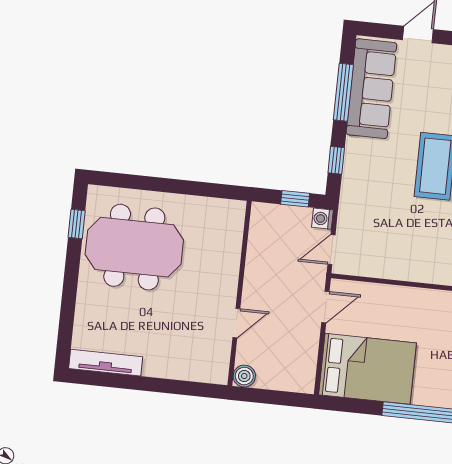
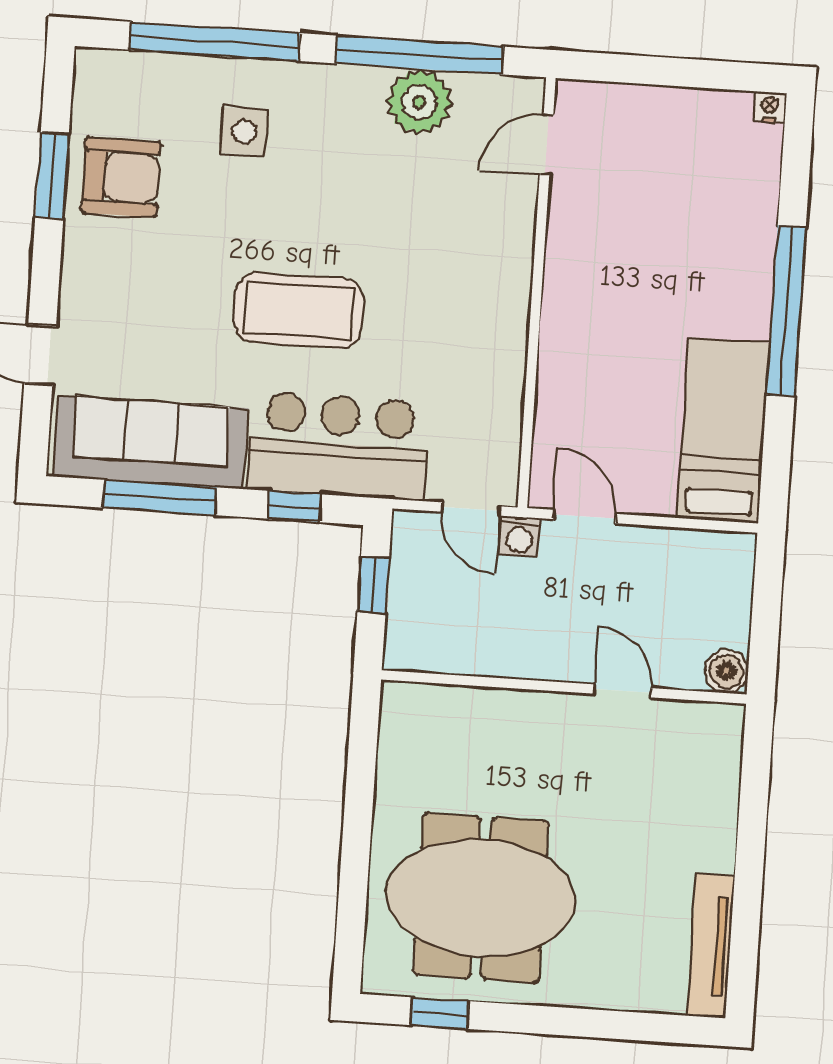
bar counter: (366, 184) -> (339, 446), added
washing machine: (322, 219) -> (520, 536), moved
meeting table: (134, 247) -> (481, 898), turned 90
bed: (367, 369) -> (723, 430), width x0.67

